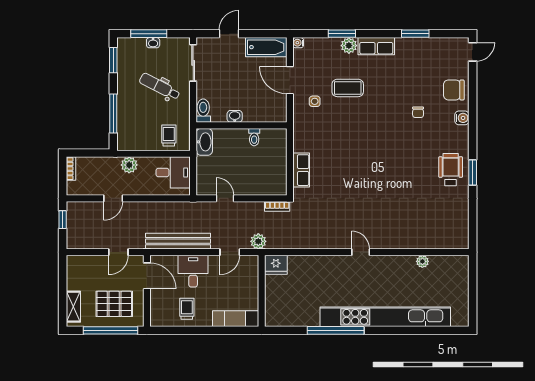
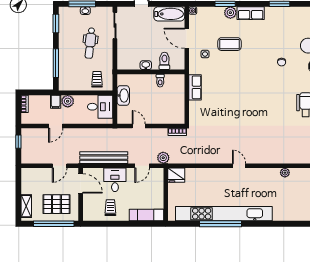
dental chair: (160, 87) -> (90, 43), turned -111
toilet: (203, 111) -> (164, 61), moved
washbasin: (204, 142) -> (123, 96), moved
filing cabinet: (113, 166) -> (56, 102), added
row of seats: (301, 170) -> (195, 87), moved
kitchen unit: (385, 317) -> (224, 214), moved

